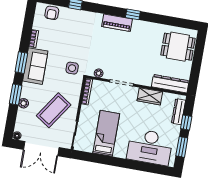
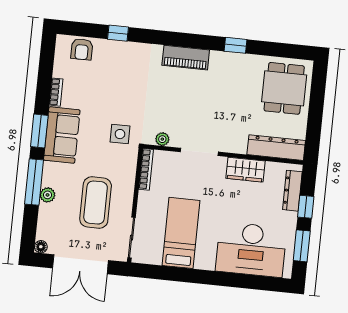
window: (133, 14) -> (236, 45), moved
dining table: (178, 47) -> (284, 88), turned 90
window: (16, 94) -> (34, 182), width x1.44
coffee table: (54, 110) -> (96, 203), turned -34

